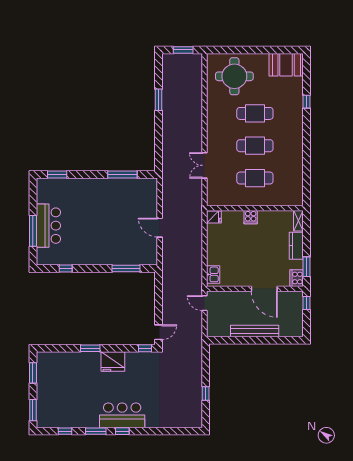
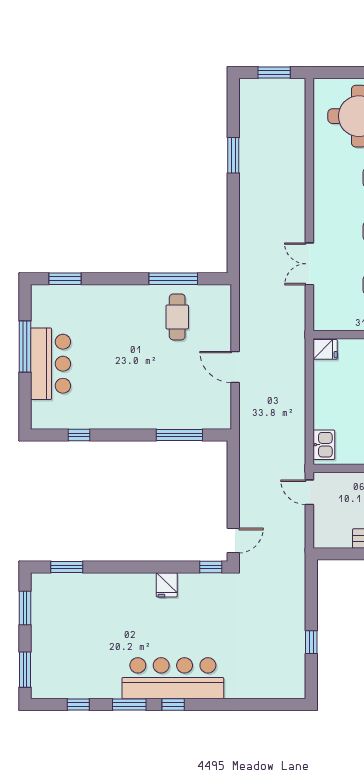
cafe table: (125, 197) -> (177, 317), added
window: (33, 231) -> (25, 347), moved
window: (90, 348) -> (67, 567), moved
fridge: (113, 361) -> (167, 585), width x0.53, depth x0.75
bar counter: (122, 415) -> (173, 678), width x1.36

